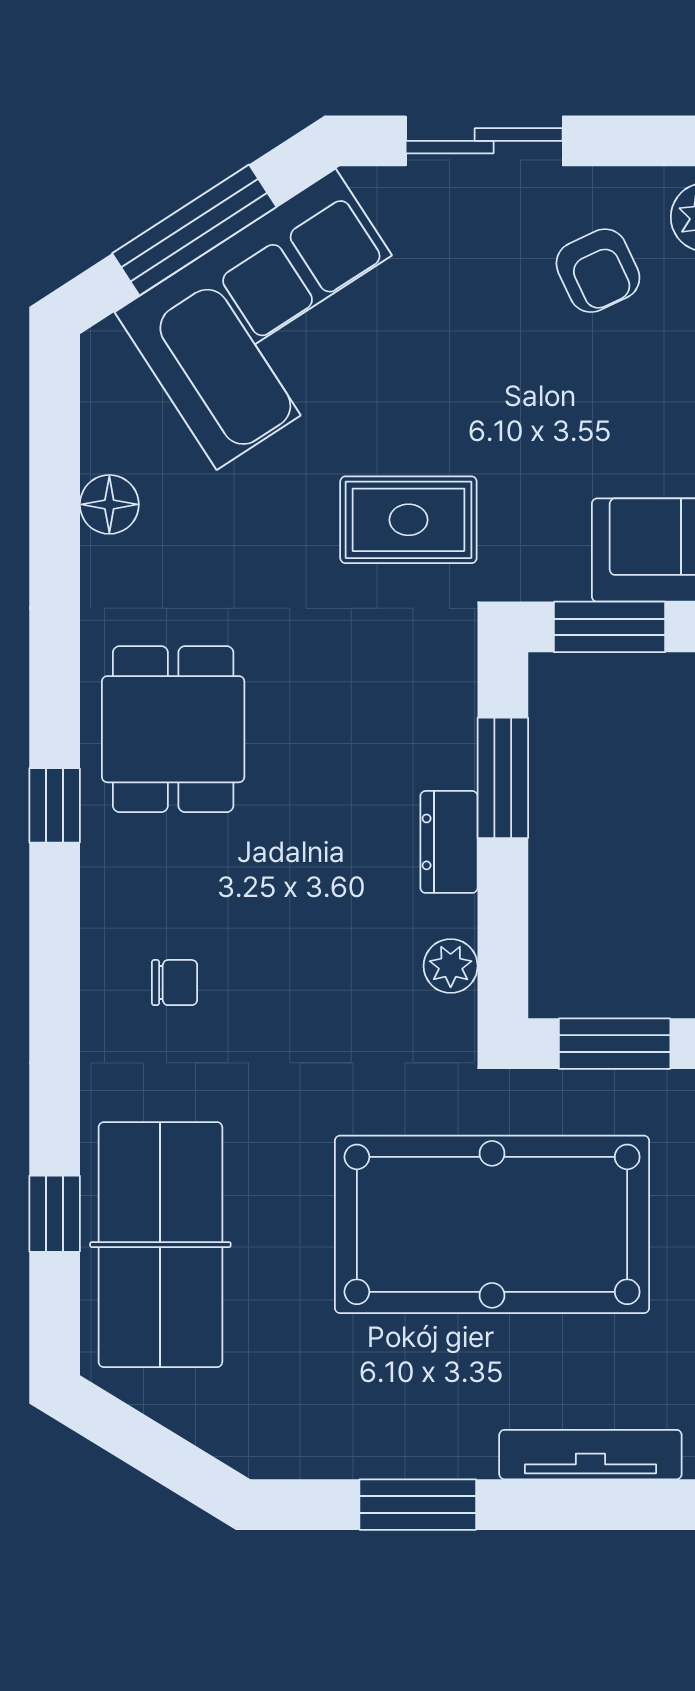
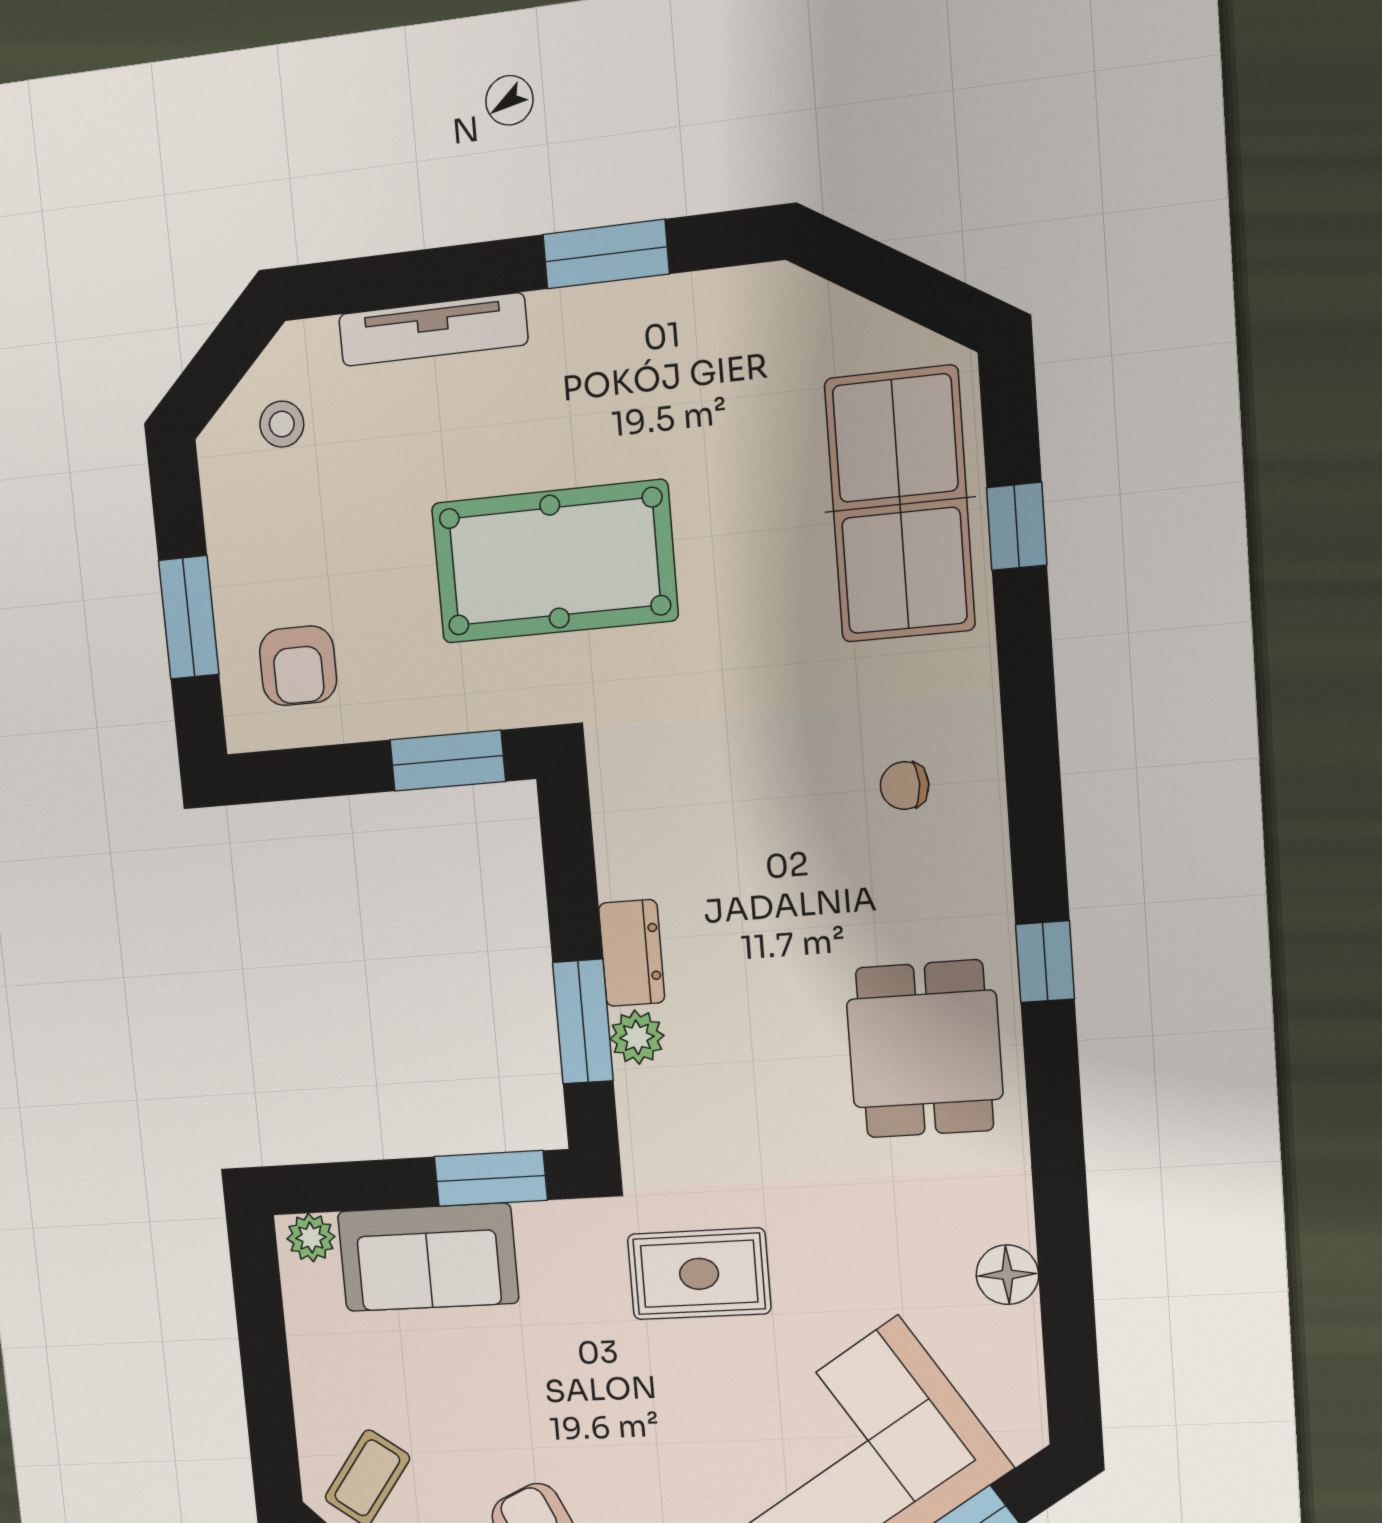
plant: (451, 966) -> (637, 1037), moved
pool table: (492, 1224) -> (554, 562), width x0.73, depth x0.76

